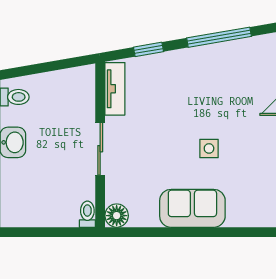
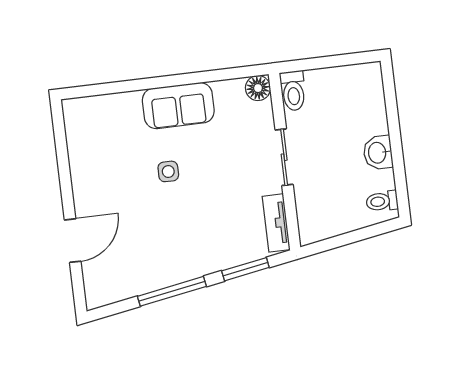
window: (148, 49) -> (245, 269), width x1.50
toilet: (87, 214) -> (293, 91), width x1.37, depth x1.39

